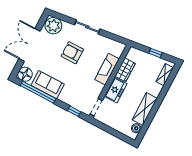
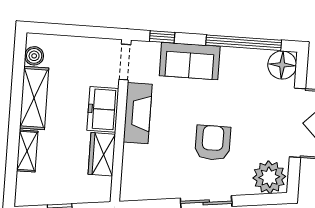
armchair: (72, 53) -> (213, 143), turned -90
fireplace: (107, 69) -> (138, 113), moved
shelving: (165, 75) -> (27, 151), moved
sofa: (48, 85) -> (190, 61), moved

